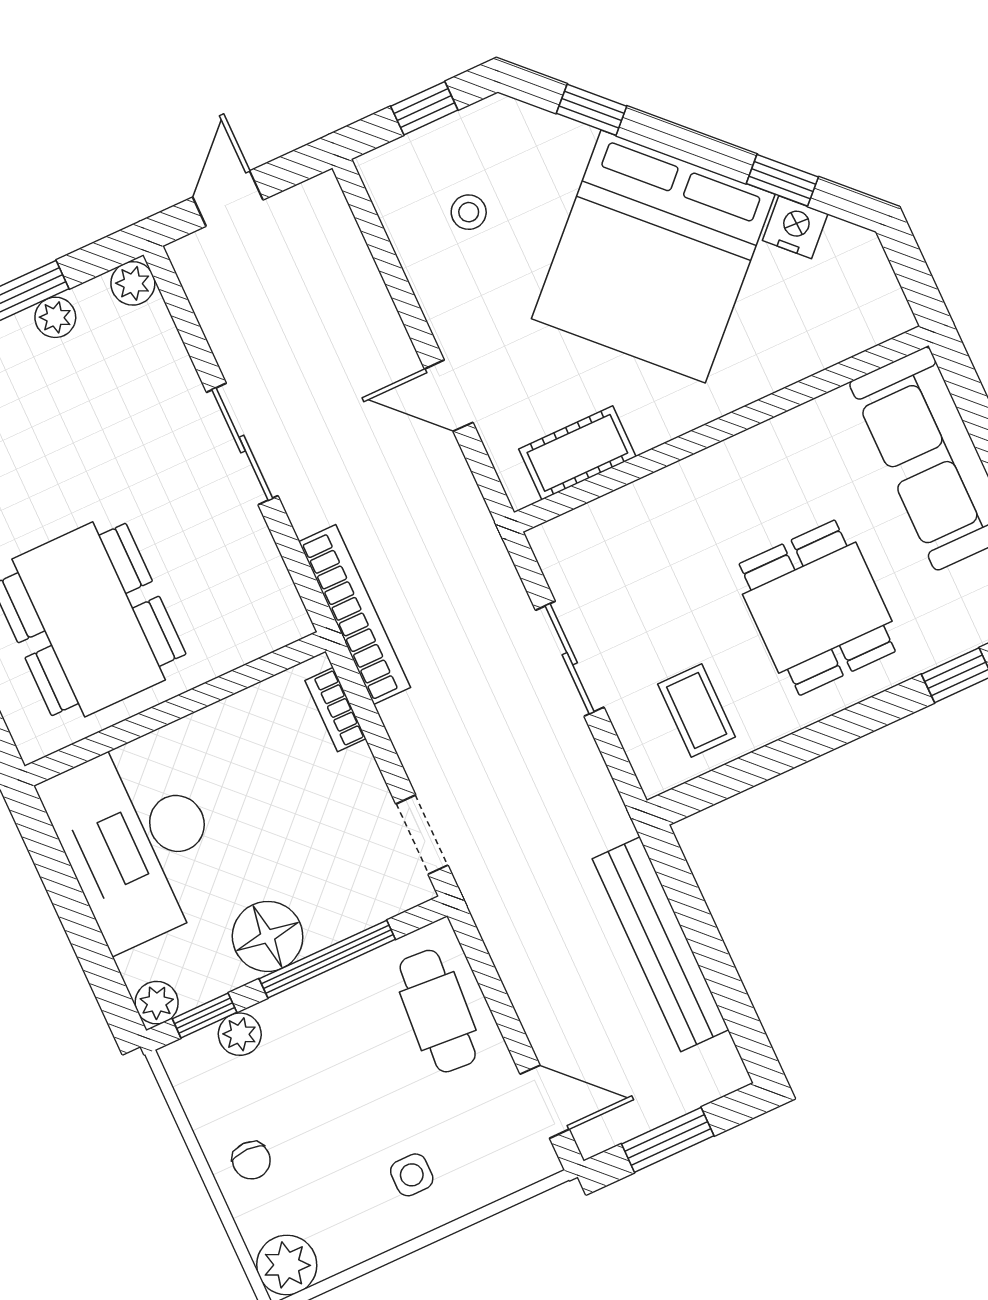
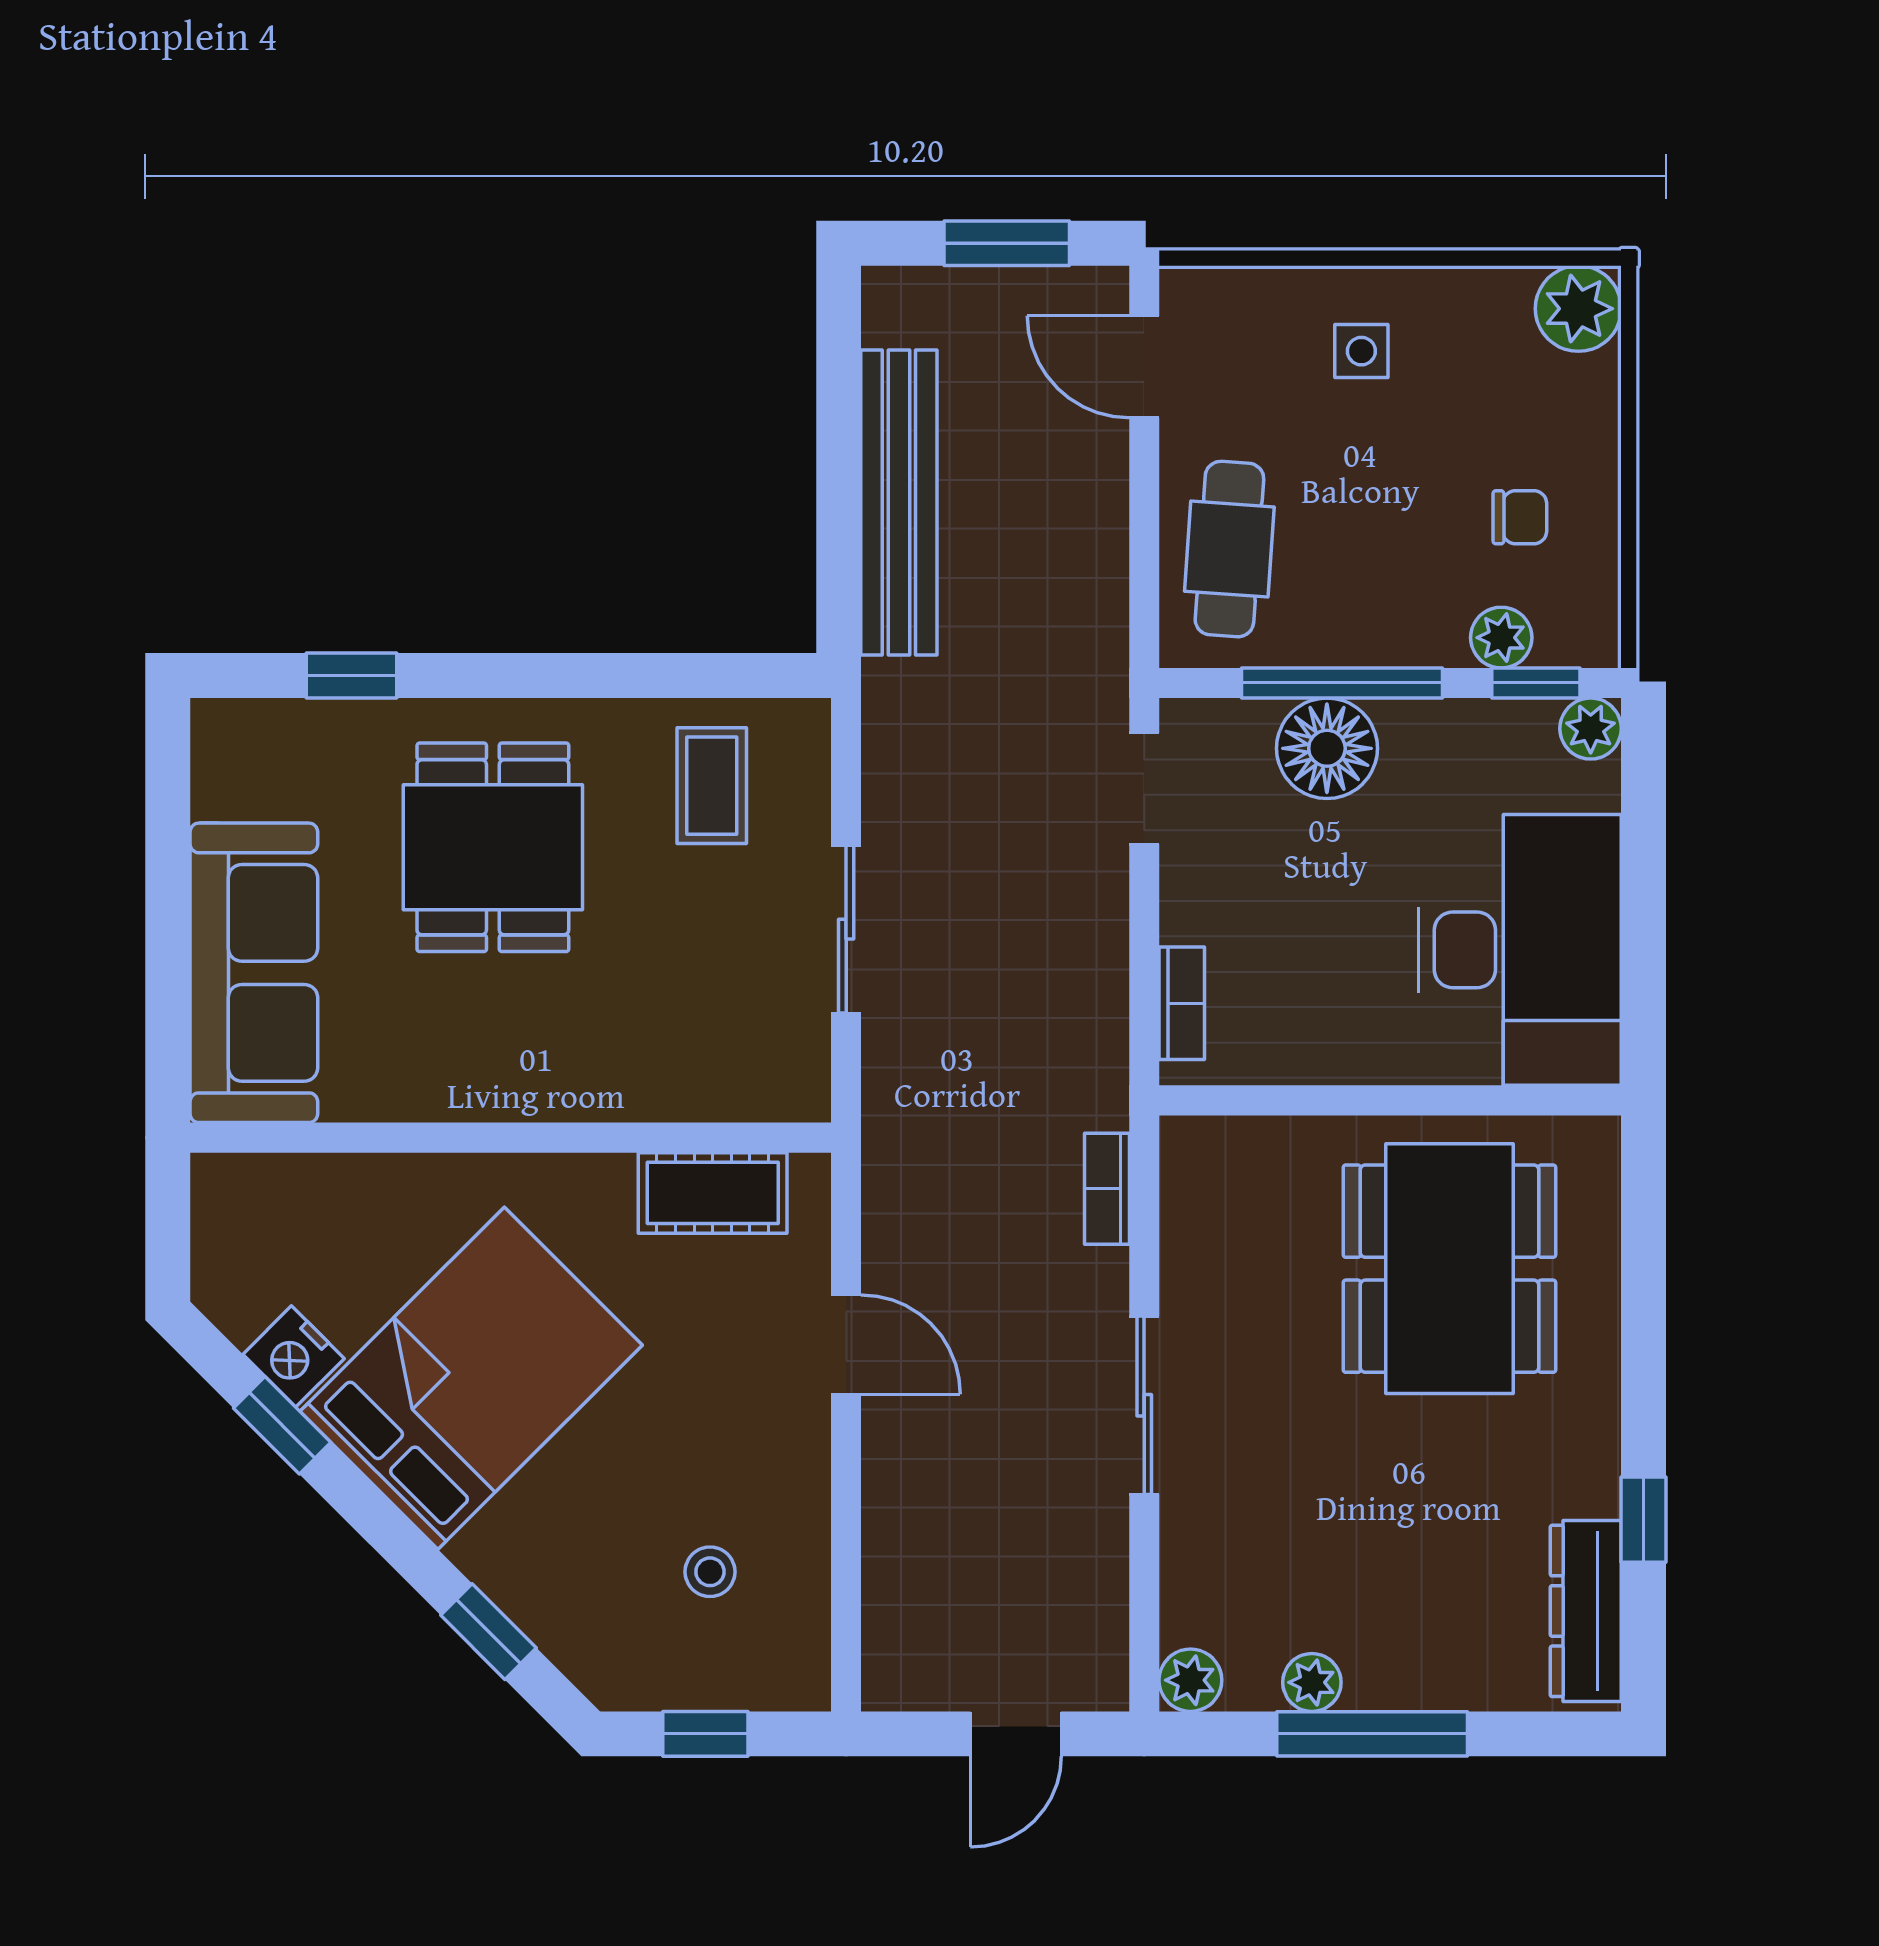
bed: (653, 257) -> (471, 1378), width x0.73
bookcase: (355, 615) -> (1107, 1189), width x0.43, depth x0.76
floor lamp: (268, 936) -> (1327, 748), moved
chair: (251, 1160) -> (1520, 517), moved, turned 90

